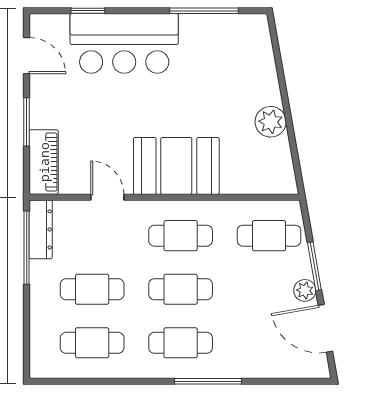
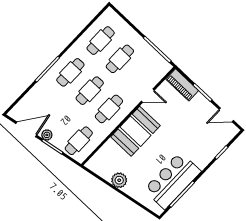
bar counter: (124, 43) -> (172, 181), moved
dresser: (41, 229) -> (159, 61), removed

